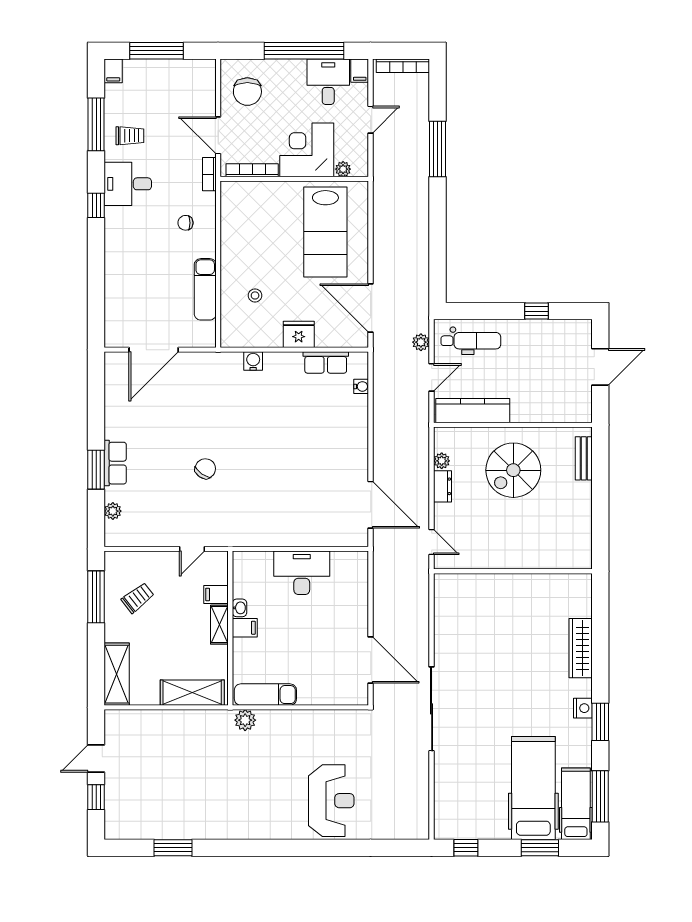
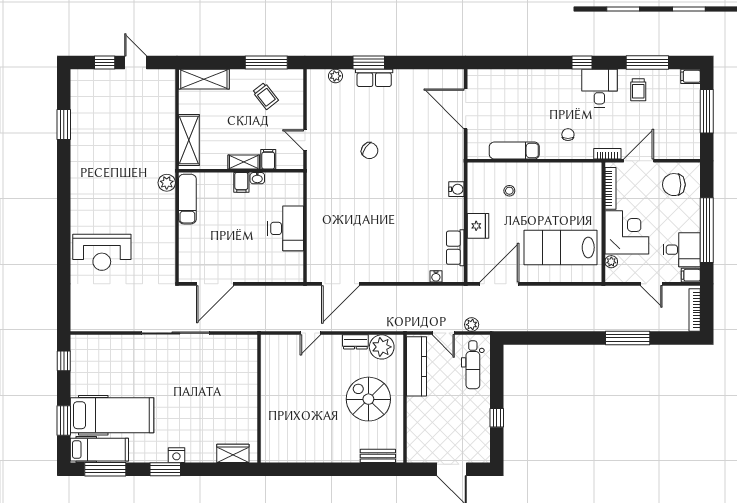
plant: (442, 461) -> (382, 347), width x1.87, depth x1.87
wall: (513, 571) -> (259, 399), moved
wardrobe: (581, 648) -> (233, 453), width x0.67

